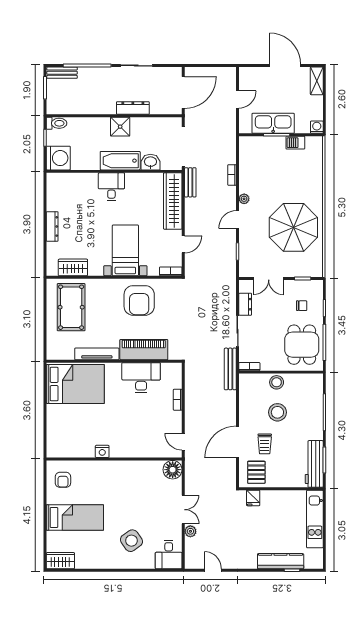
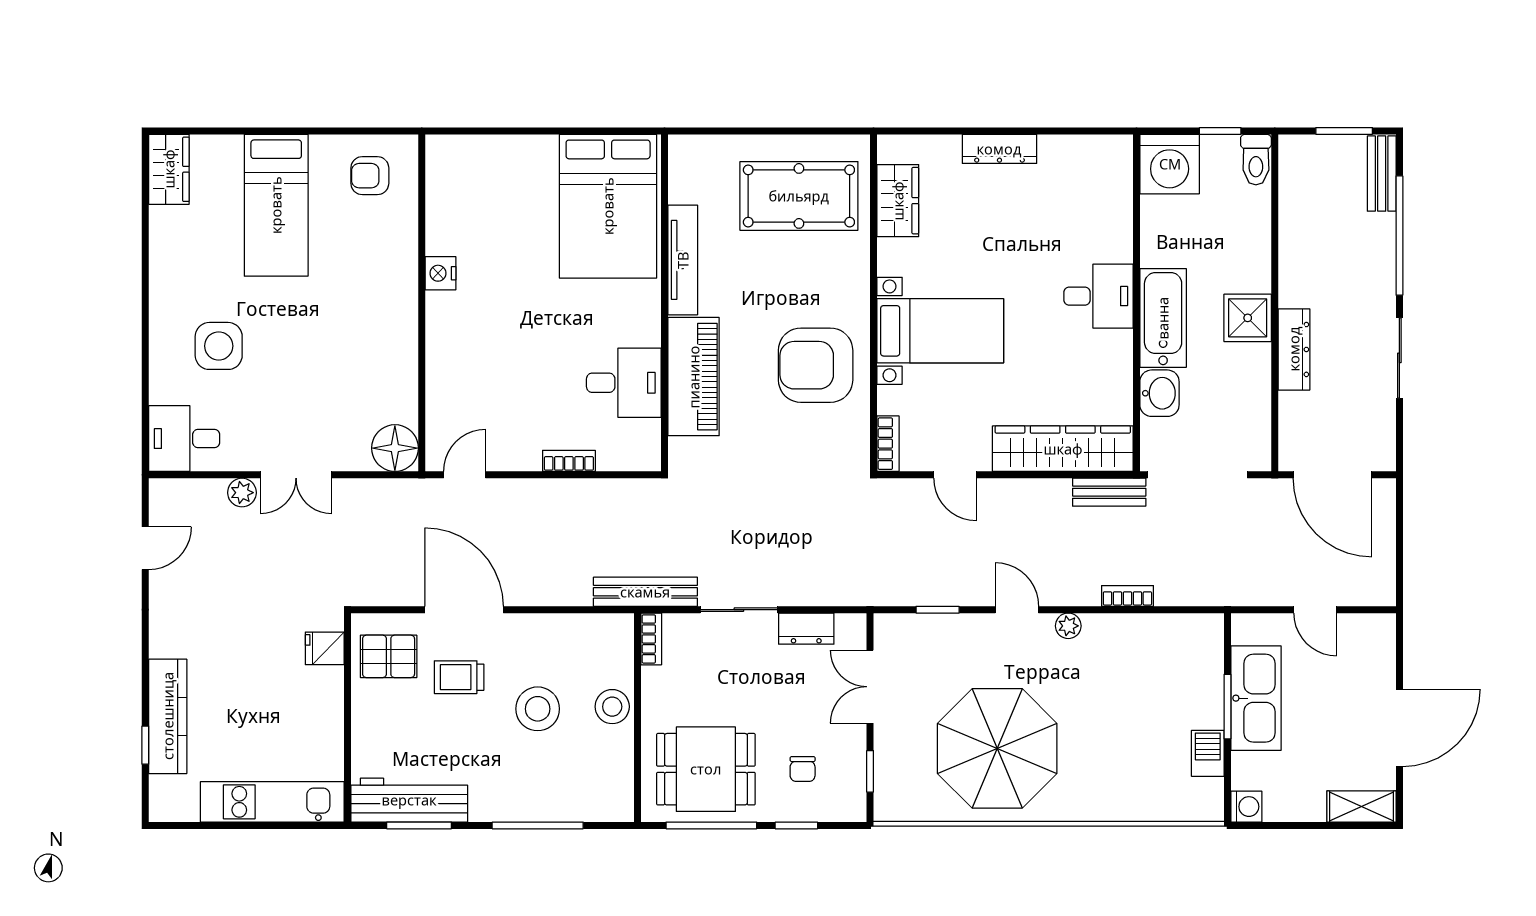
desk: (141, 378) -> (624, 383), width x0.73
side table: (131, 541) -> (219, 346), turned 35

